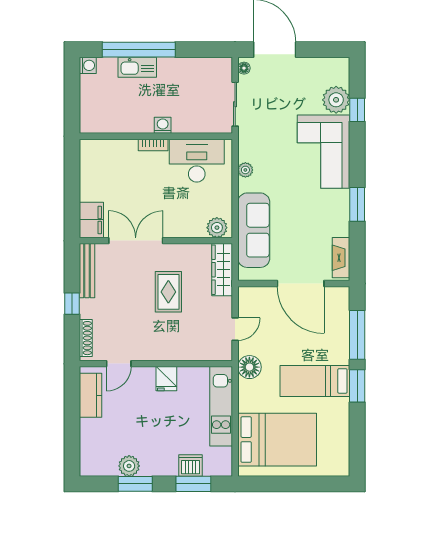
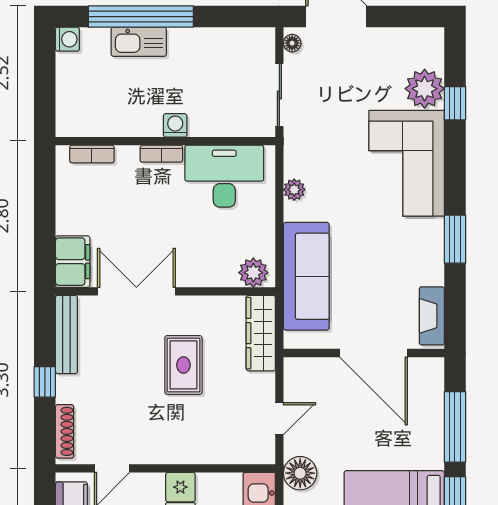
bookcase: (105, 145) -> (92, 154), added

